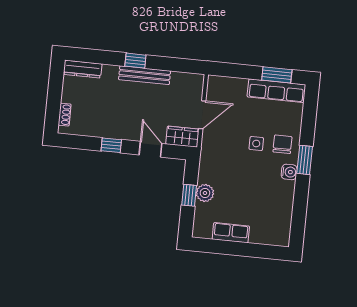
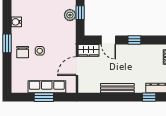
window: (135, 61) -> (149, 97), moved
window: (277, 75) -> (44, 97), moved
row of seats: (276, 91) -> (47, 87), moved
water cooler: (289, 172) -> (16, 22), moved

